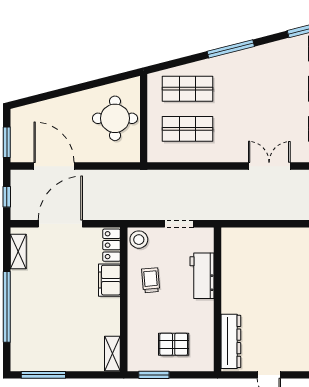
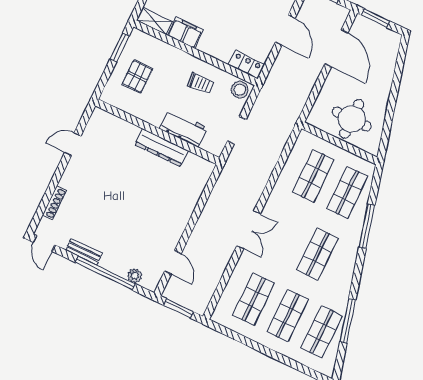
window: (231, 49) -> (367, 226), moved
shop shelf: (261, 89) -> (317, 254), added
door: (54, 166) -> (336, 48), hinge flipped
door: (60, 224) -> (285, 30), width x0.73
filing cabinet: (109, 280) -> (185, 33), moved
dresser: (231, 341) -> (162, 148), moved

